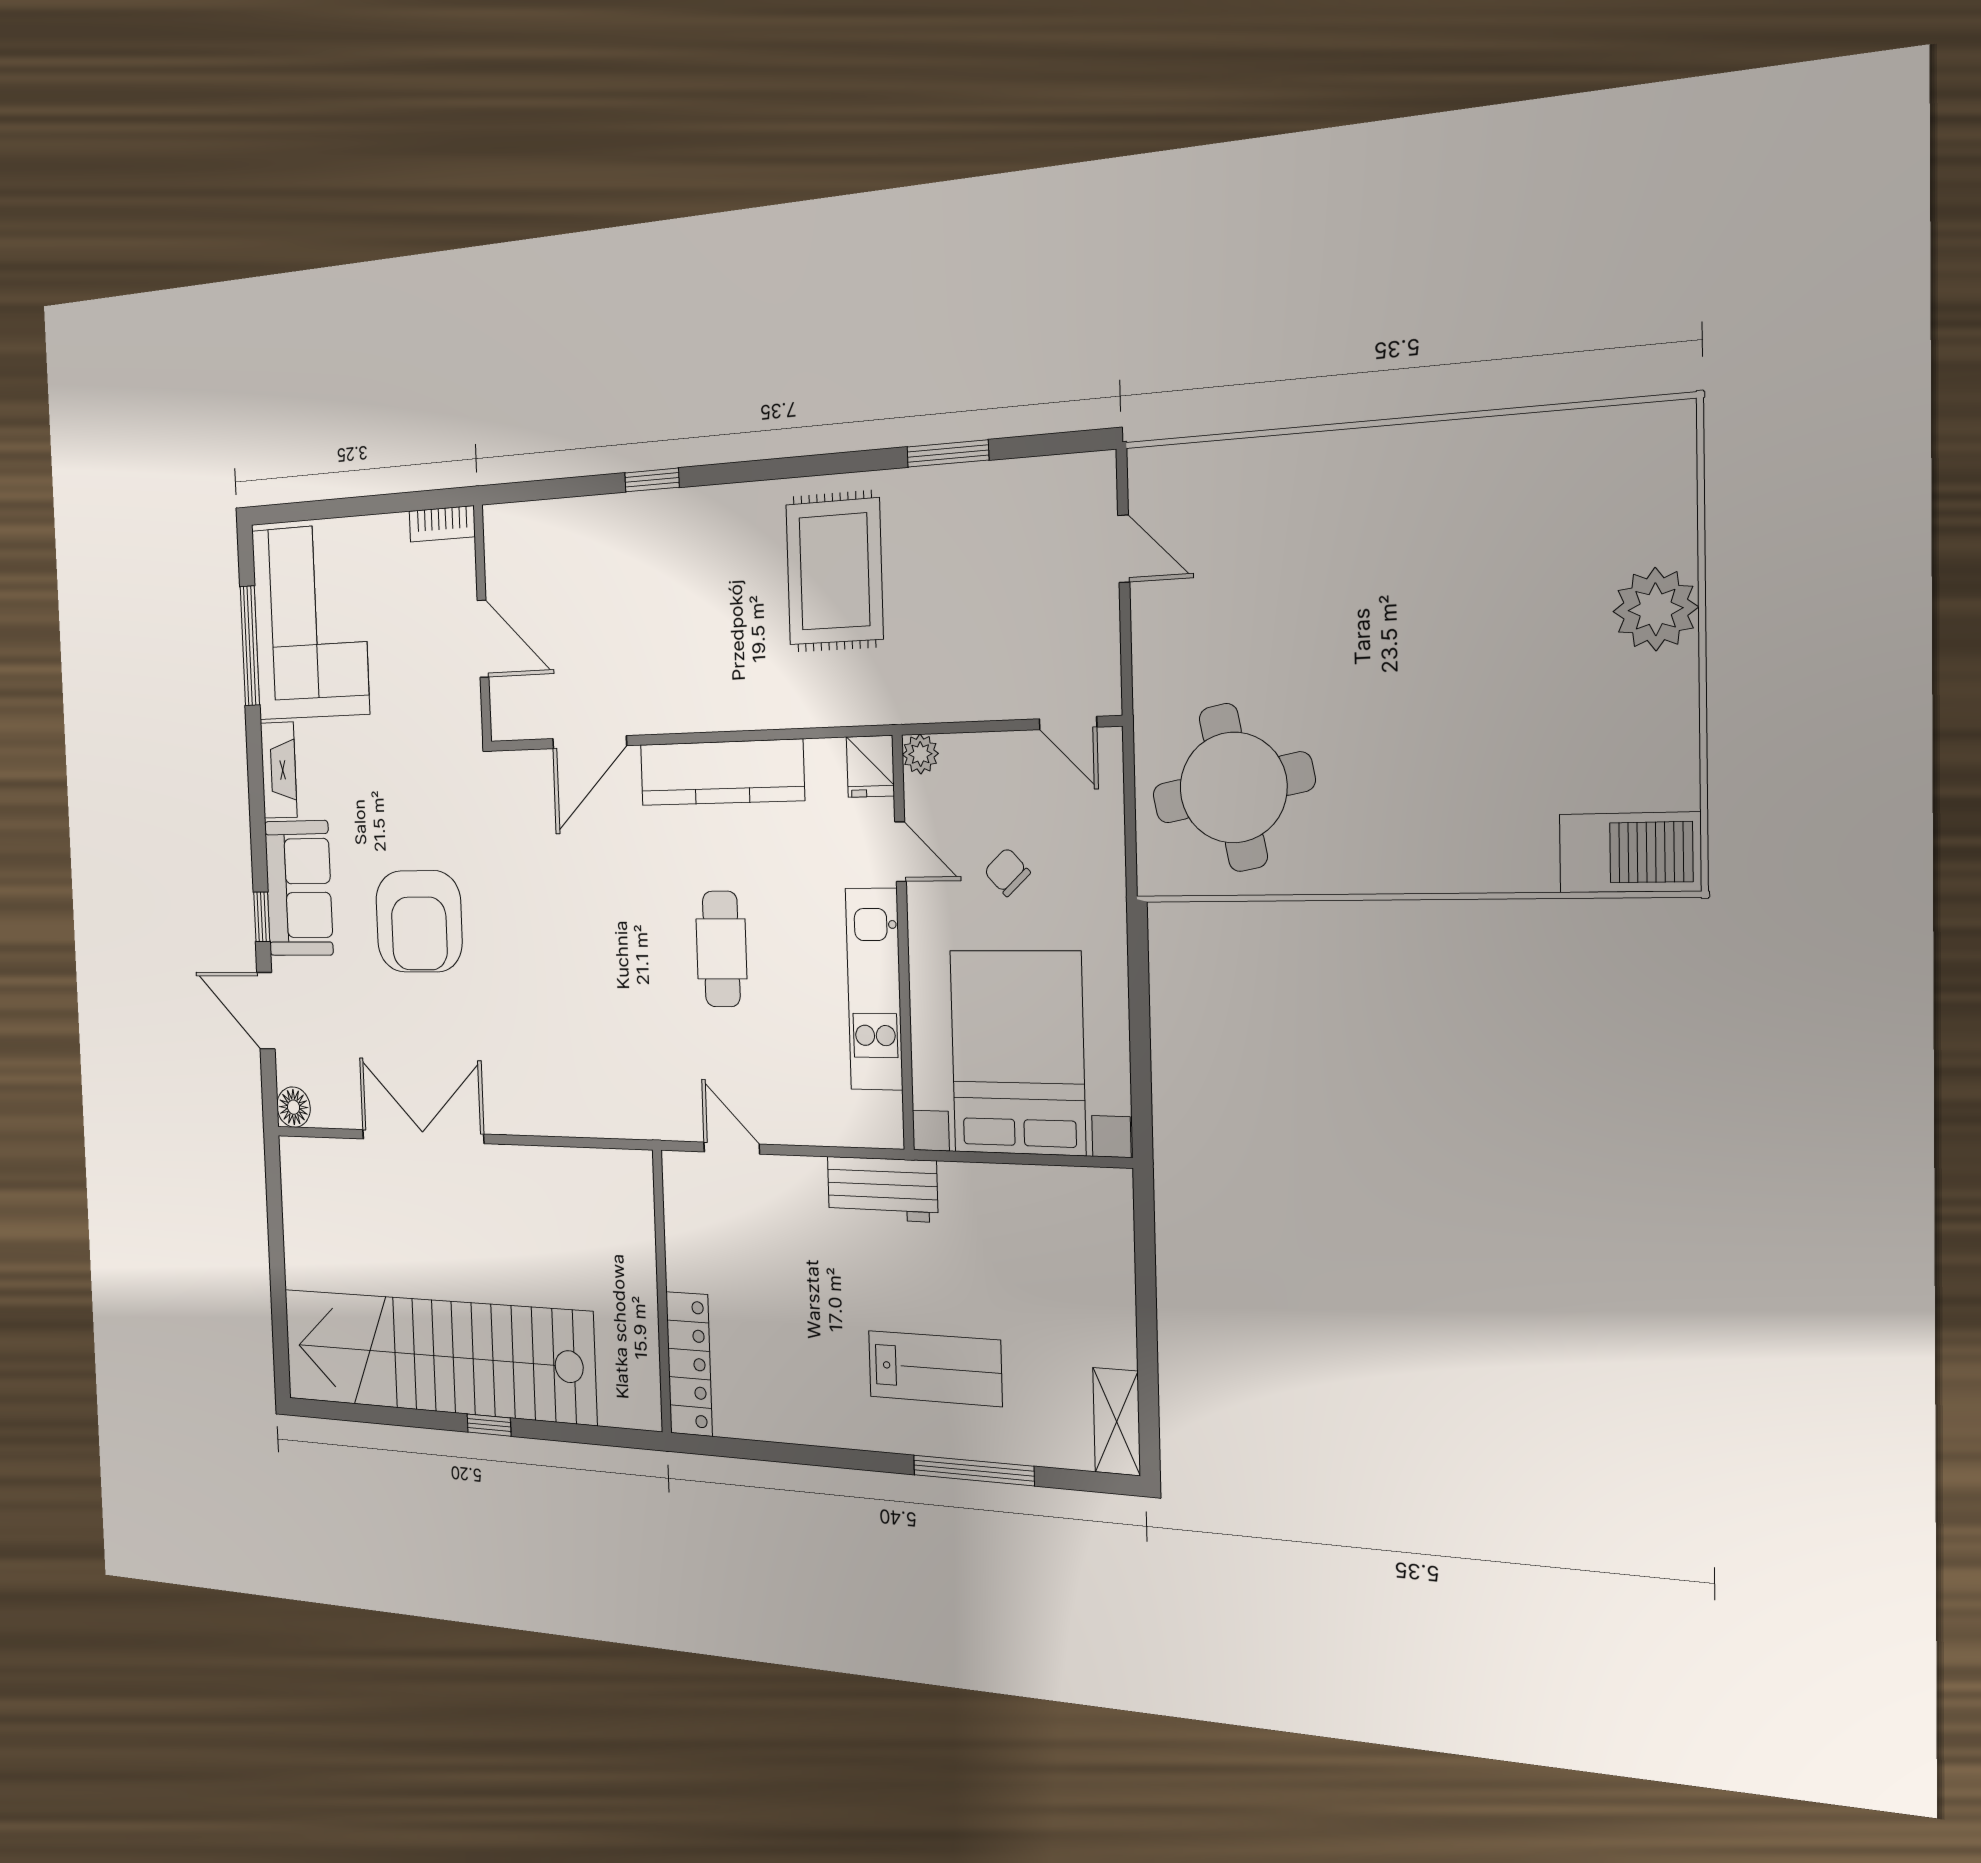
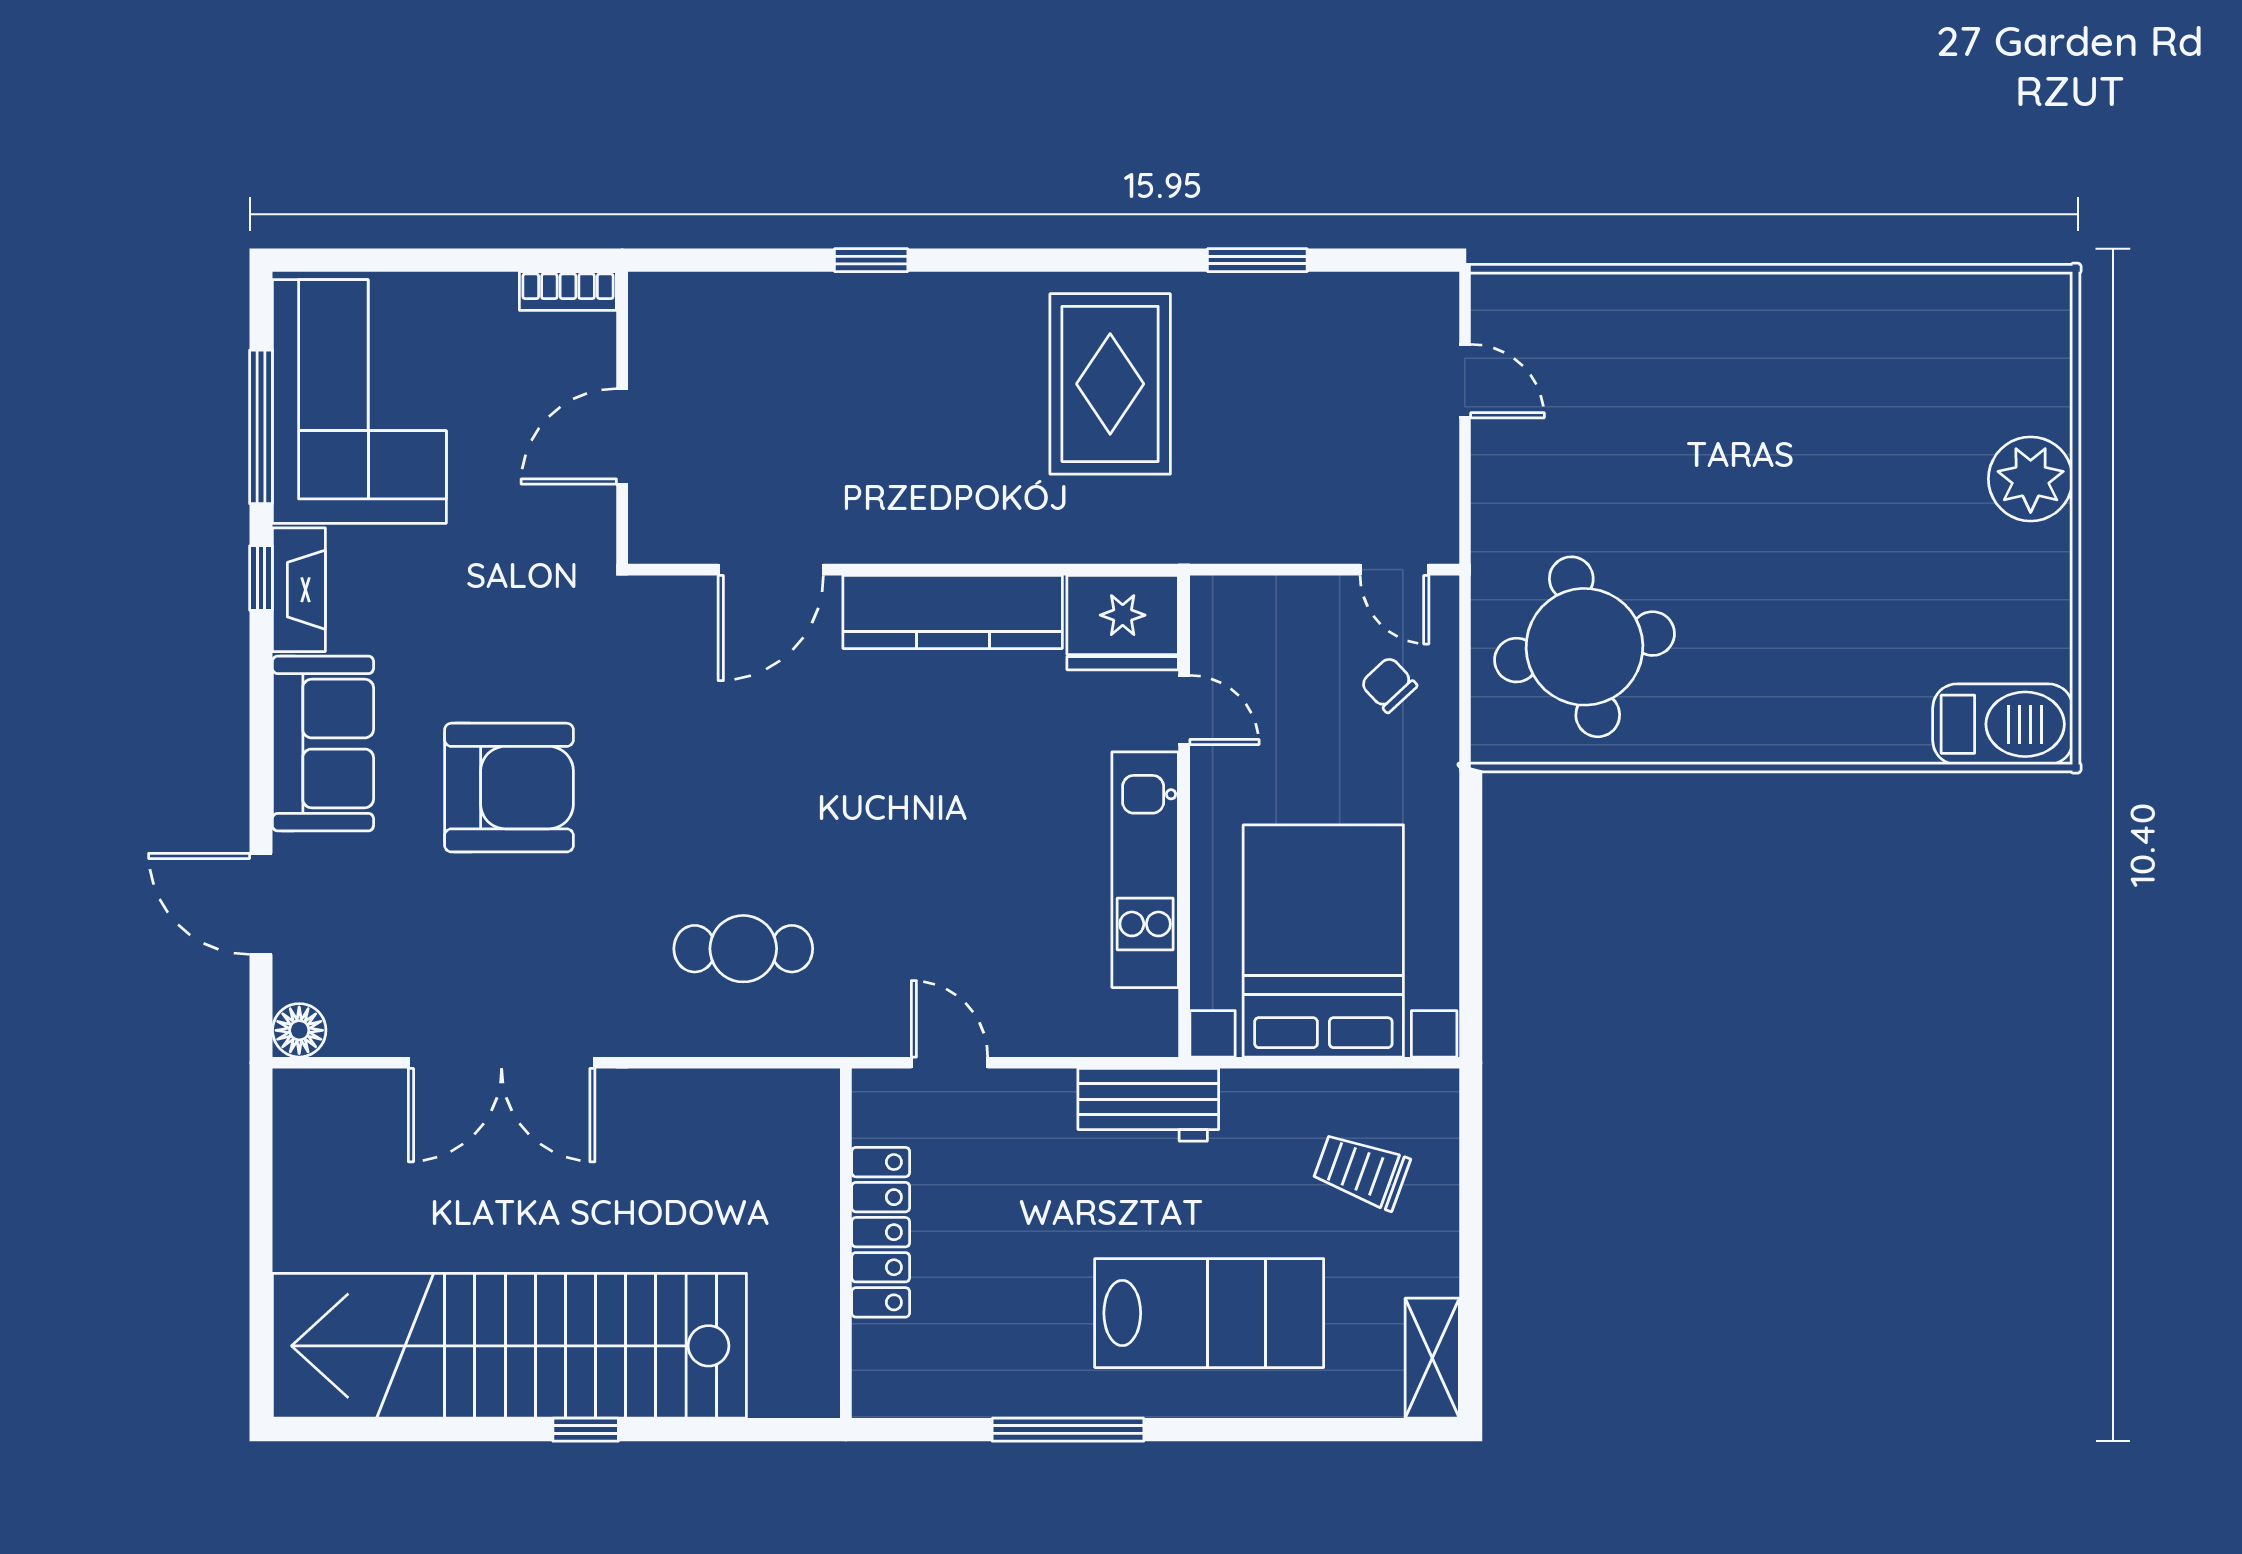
door: (483, 639) -> (622, 436), swing flipped
plant: (920, 754) -> (1213, 598), removed
fridge: (870, 766) -> (1123, 623), width x1.88, depth x1.34
chair: (1007, 872) -> (1389, 685), moved
window: (262, 917) -> (261, 578), moved
armchair: (419, 921) -> (509, 788), turned -90
cafe table: (721, 949) -> (743, 949), moved, turned 90
double door: (423, 1137) -> (502, 1063), swing flipped
trolley: (1054, 1254) -> (1361, 1171), added
locker: (689, 1364) -> (881, 1232), moved
lab bench: (935, 1369) -> (1209, 1313), width x1.36, depth x1.39
window: (974, 1470) -> (1068, 1430), moved

